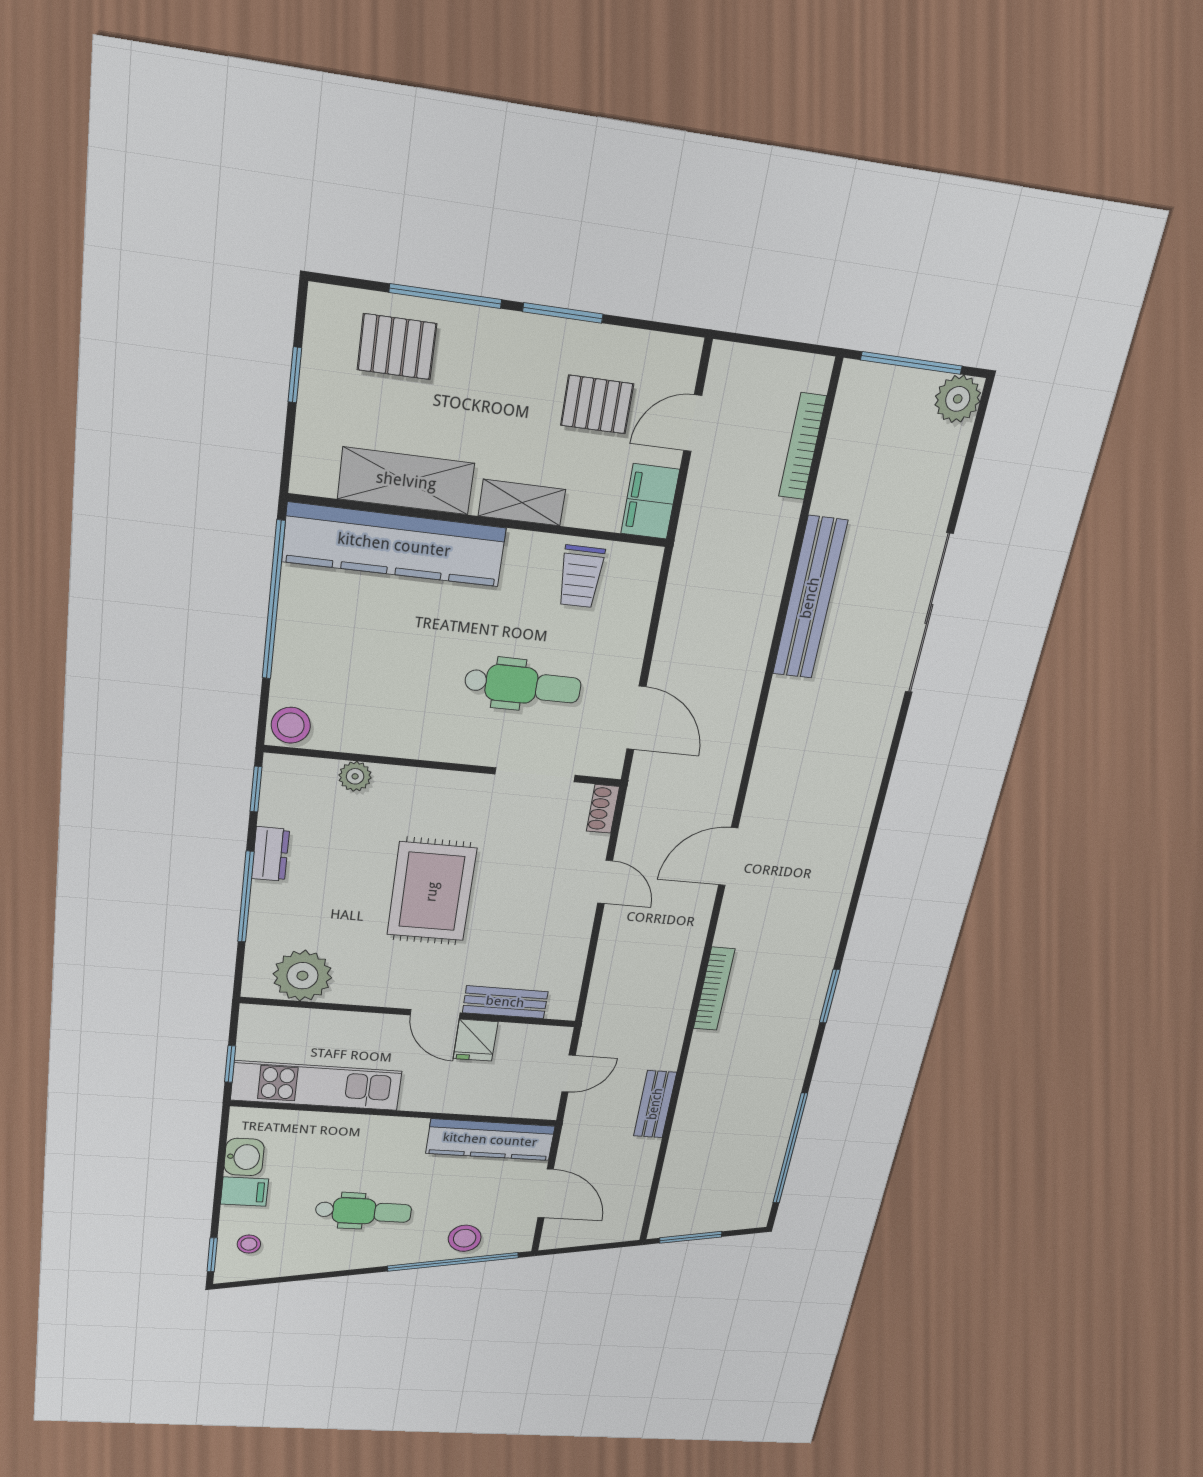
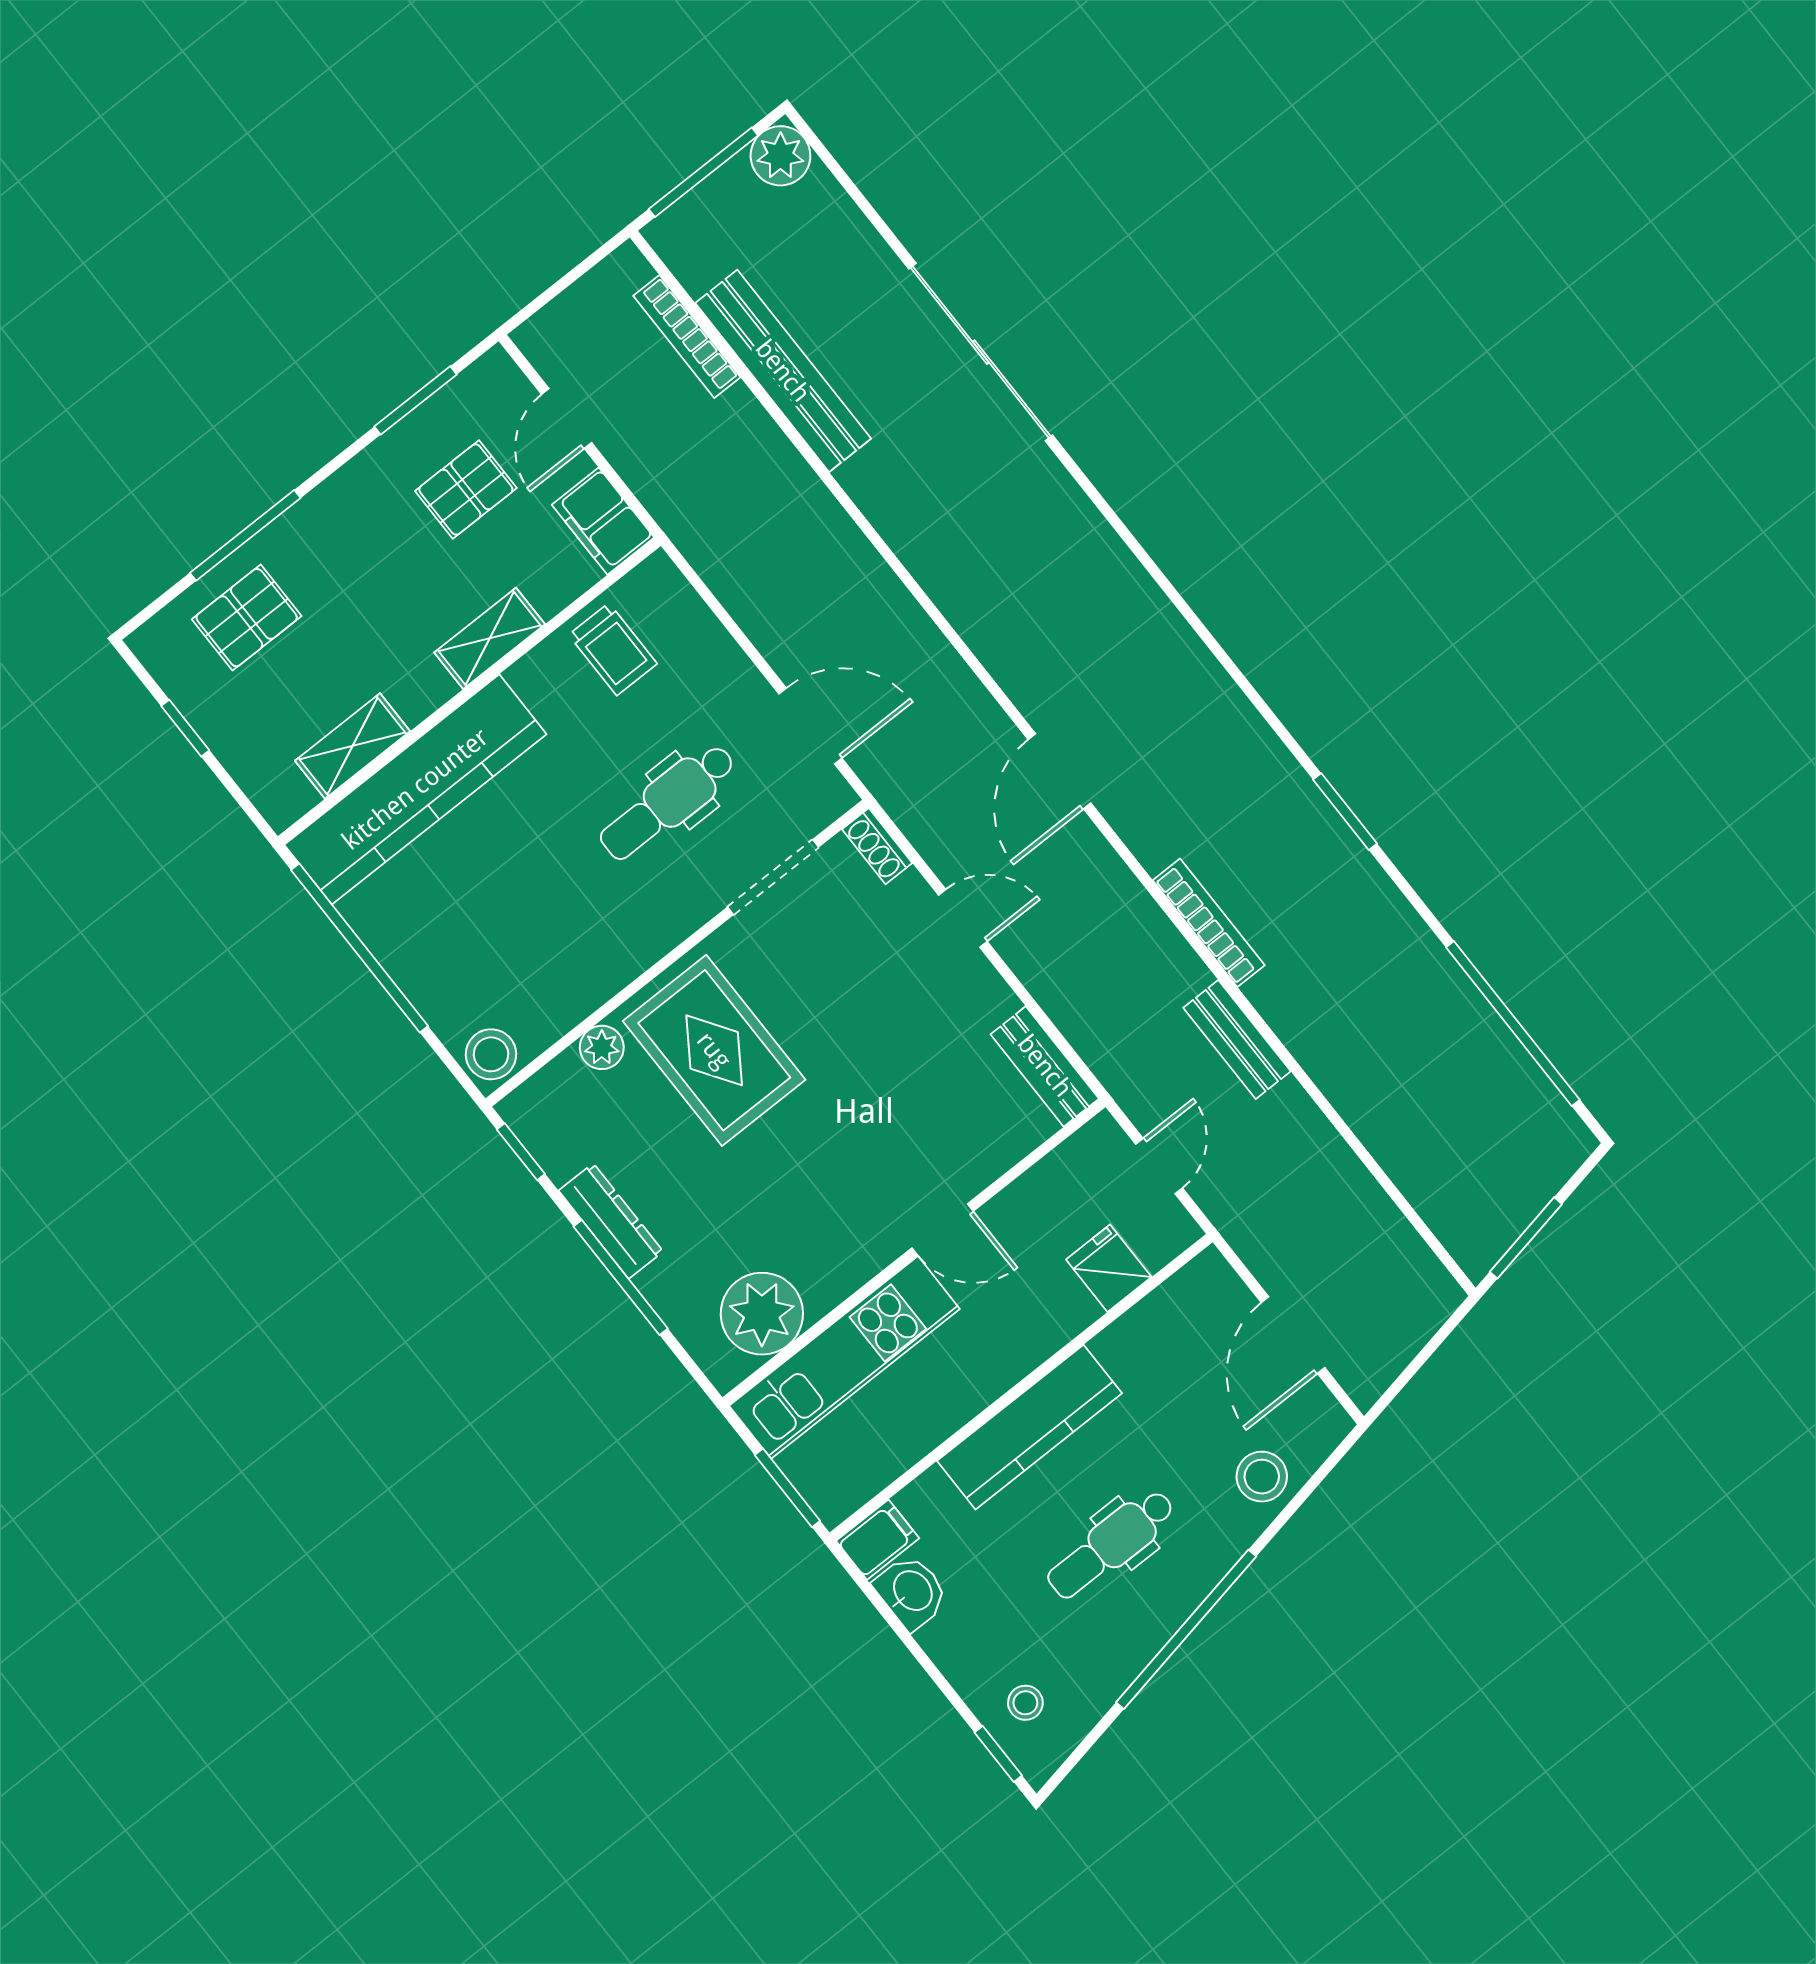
window: (563, 313) -> (415, 400), moved
shelving: (406, 481) -> (352, 746), width x0.67, depth x0.75
bench: (810, 598) -> (783, 371), moved
dental chair: (523, 685) -> (668, 802), turned 180
dresser: (270, 854) -> (611, 1221), width x1.44
rug: (432, 892) -> (714, 1050), moved
bench: (505, 1002) -> (1045, 1066), moved, turned 90
fridge: (476, 1040) -> (1109, 1268), moved, turned 180
window: (230, 1064) -> (787, 1488), width x1.50
kitchen unit: (316, 1086) -> (844, 1357), moved, turned 180
bench: (655, 1104) -> (1237, 1039), moved
kitchen counter: (490, 1140) -> (1030, 1427), moved
filing cabinet: (245, 1192) -> (878, 1540), moved
door: (546, 1193) -> (1293, 1335), swing flipped
dental chair: (363, 1211) -> (1111, 1544), turned 180
window: (453, 1262) -> (1186, 1629), moved

